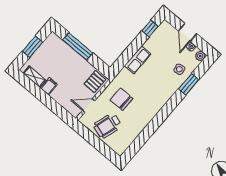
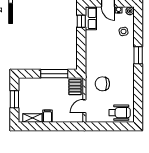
window: (78, 46) -> (54, 74), moved
row of seats: (138, 60) -> (91, 18), moved
window: (189, 84) -> (138, 55), moved
wheelchair: (107, 126) -> (120, 113), moved, turned -107

